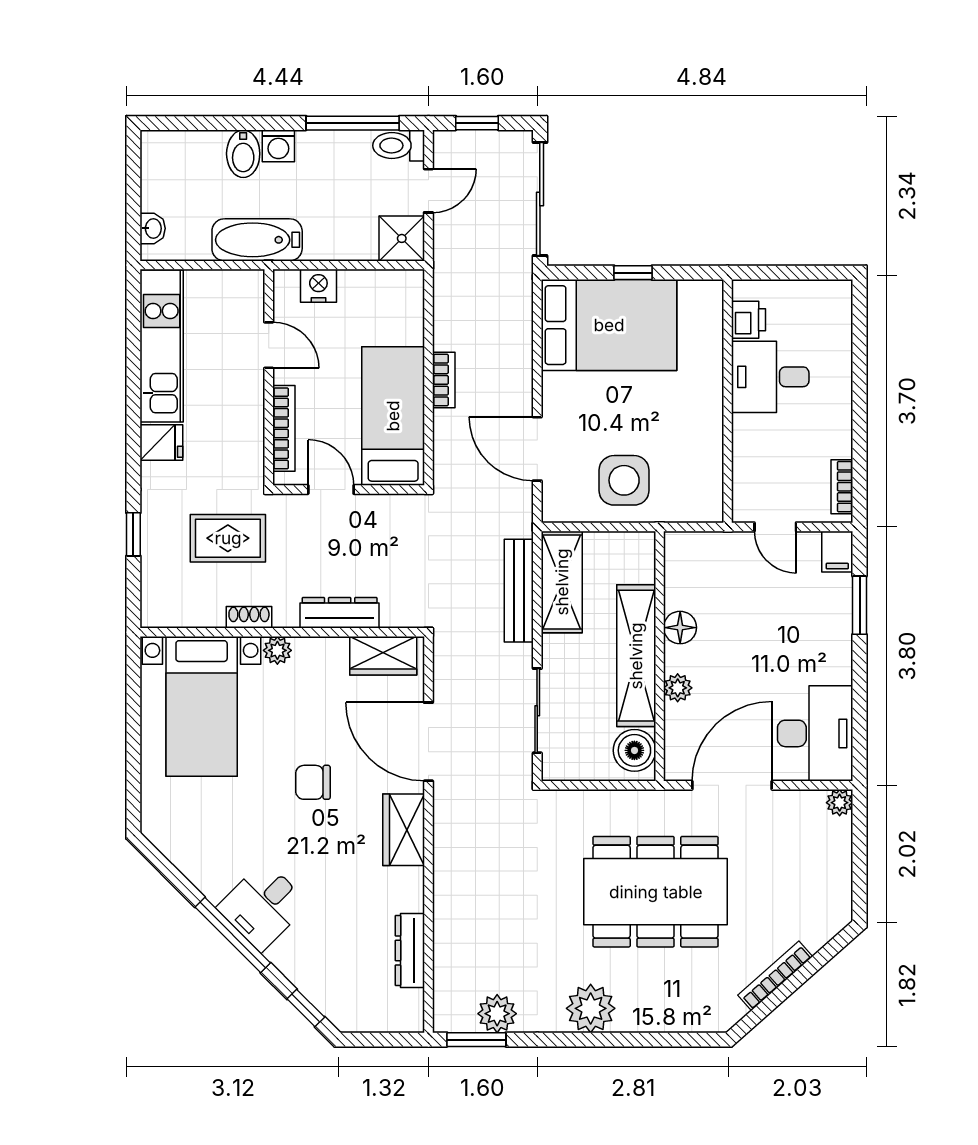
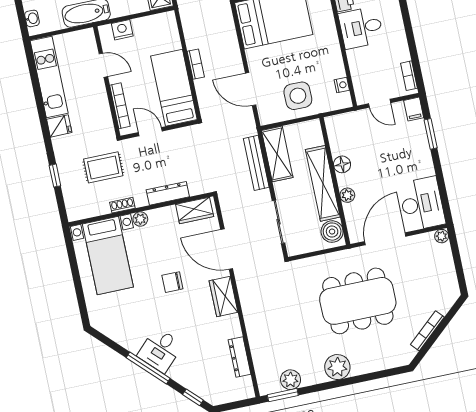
nightstand: (711, 478) -> (342, 85), added

